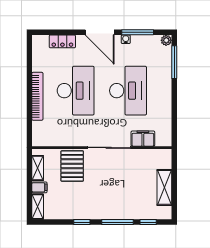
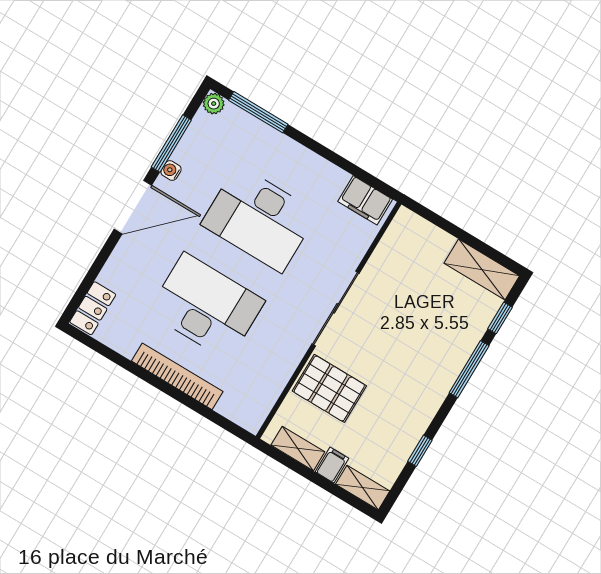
locker: (62, 41) -> (93, 308), moved
desk: (128, 91) -> (259, 219), turned 180
filing cabinet: (143, 139) -> (365, 200), moved, turned -90
shelving: (164, 187) -> (482, 270), moved
window: (82, 222) -> (420, 451), moved

